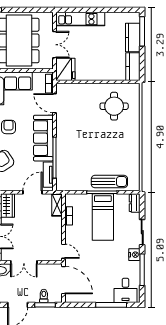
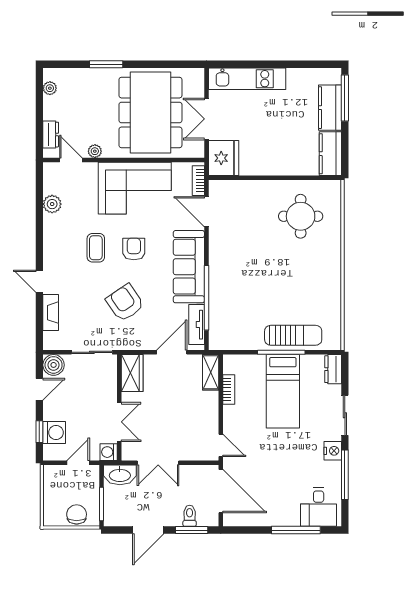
double door: (54, 45) -> (206, 119), swing flipped

